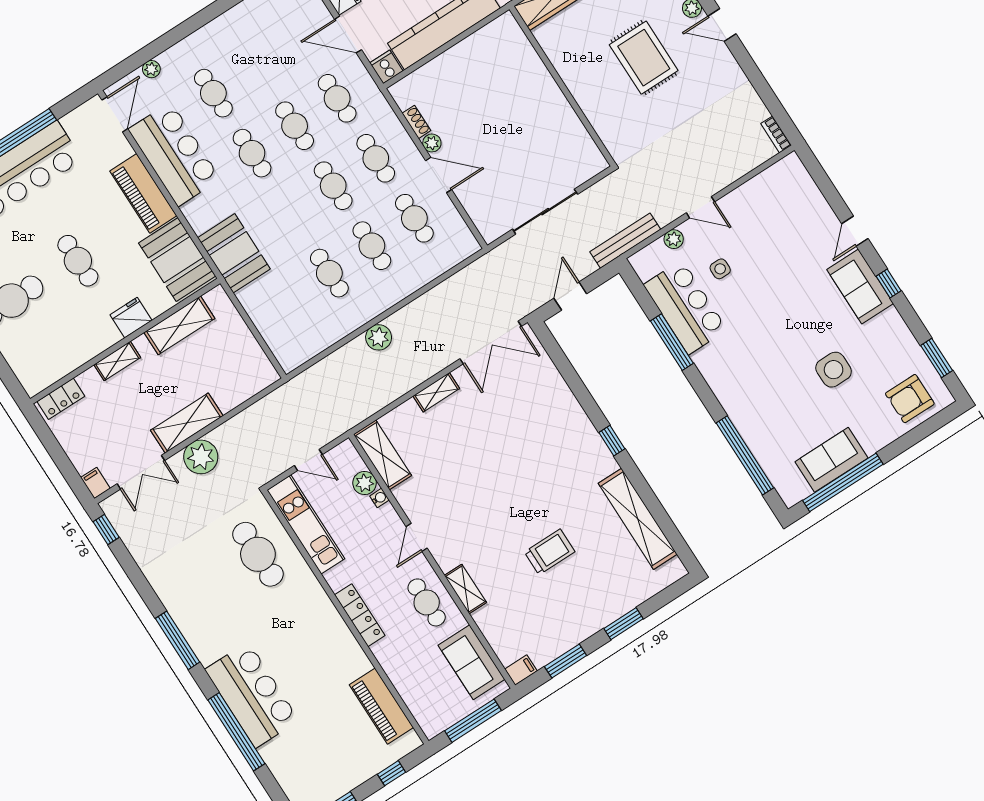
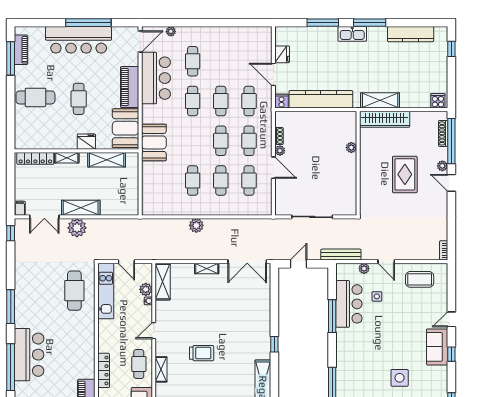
plant: (537, 69) -> (351, 147), added
coffee table: (768, 201) -> (420, 279), added
locker: (61, 399) -> (35, 158), width x1.53
trolley: (550, 552) -> (202, 353), moved
locker: (360, 615) -> (104, 370), moved

